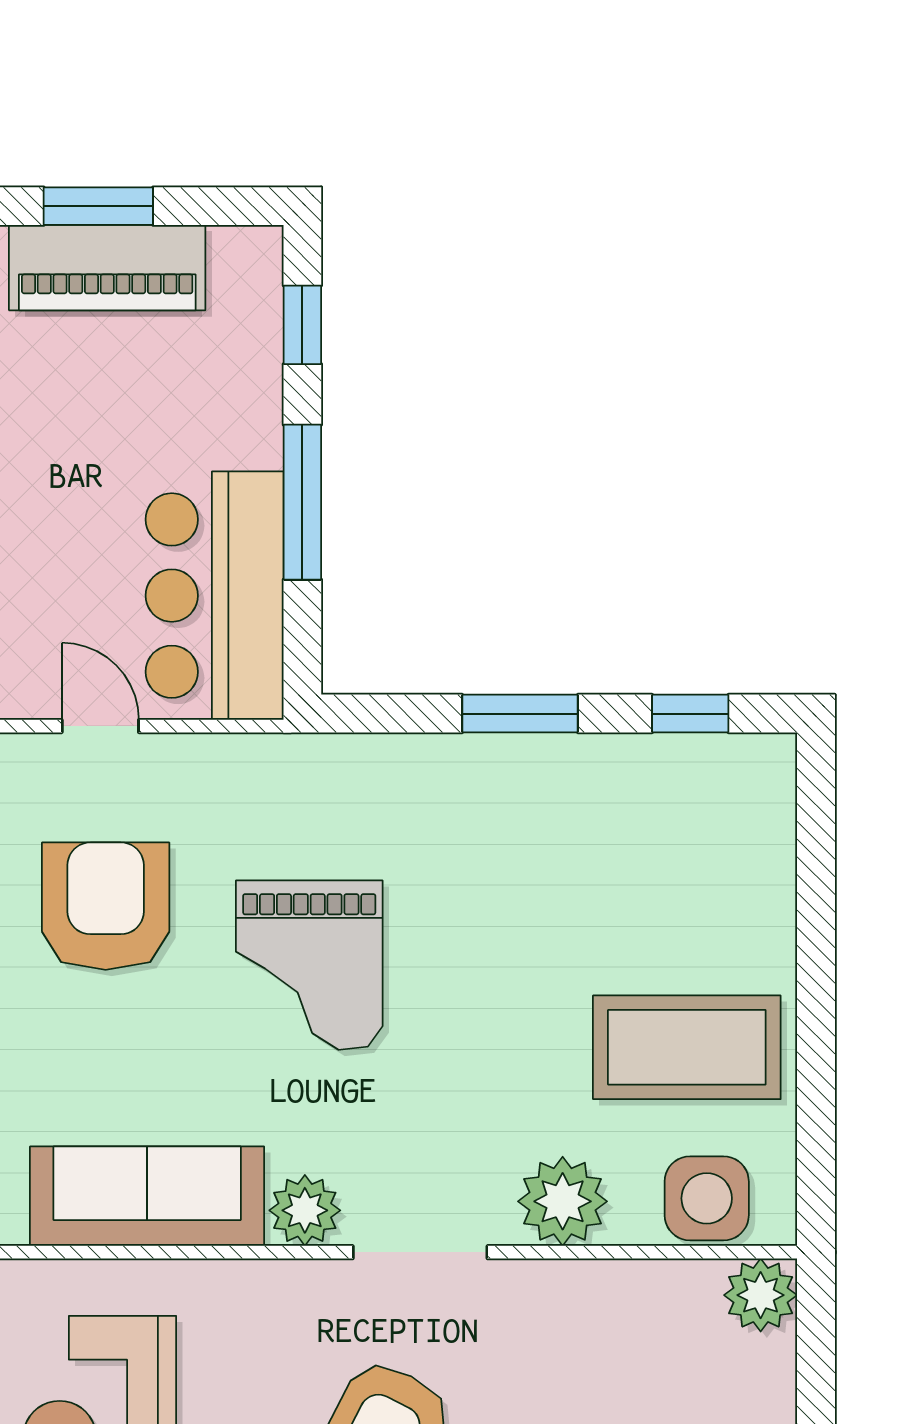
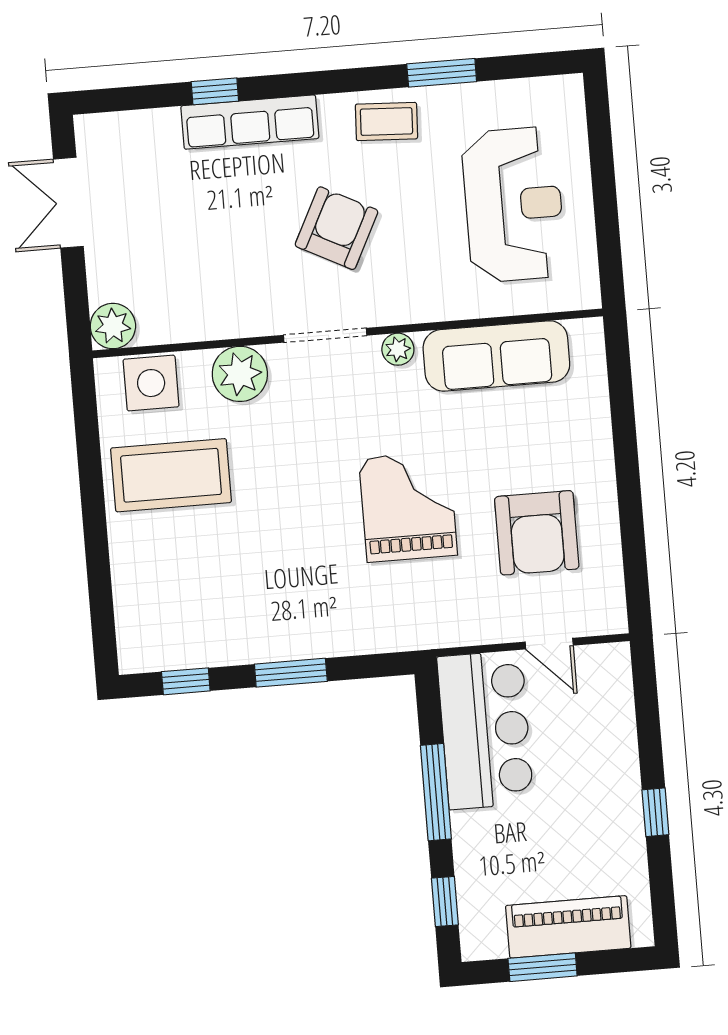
window: (98, 206) -> (543, 967), moved
plant: (305, 1210) -> (398, 349), width x0.73, depth x0.73

